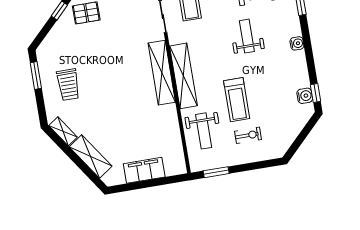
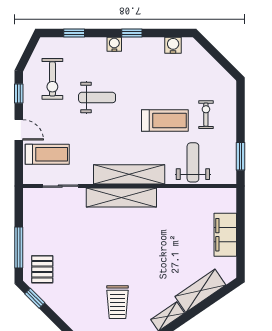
weight bench: (247, 36) -> (97, 98), turned 180
trolley: (68, 85) -> (117, 302), turned 90
window: (315, 93) -> (132, 33), moved
weight bench: (204, 131) -> (193, 162), turned -90

